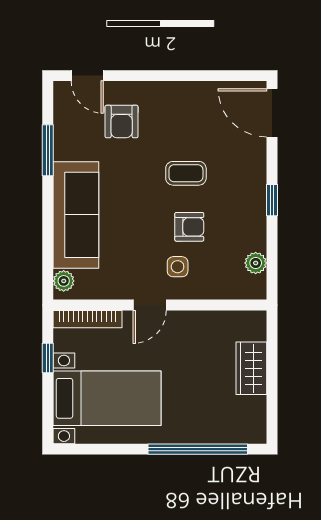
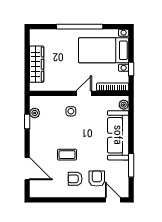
door: (272, 113) -> (27, 169), moved
window: (272, 200) -> (27, 121), moved
armchair: (189, 227) -> (75, 179), moved
wardrobe: (251, 368) -> (37, 64), width x1.50
window: (198, 449) -> (80, 27), moved

